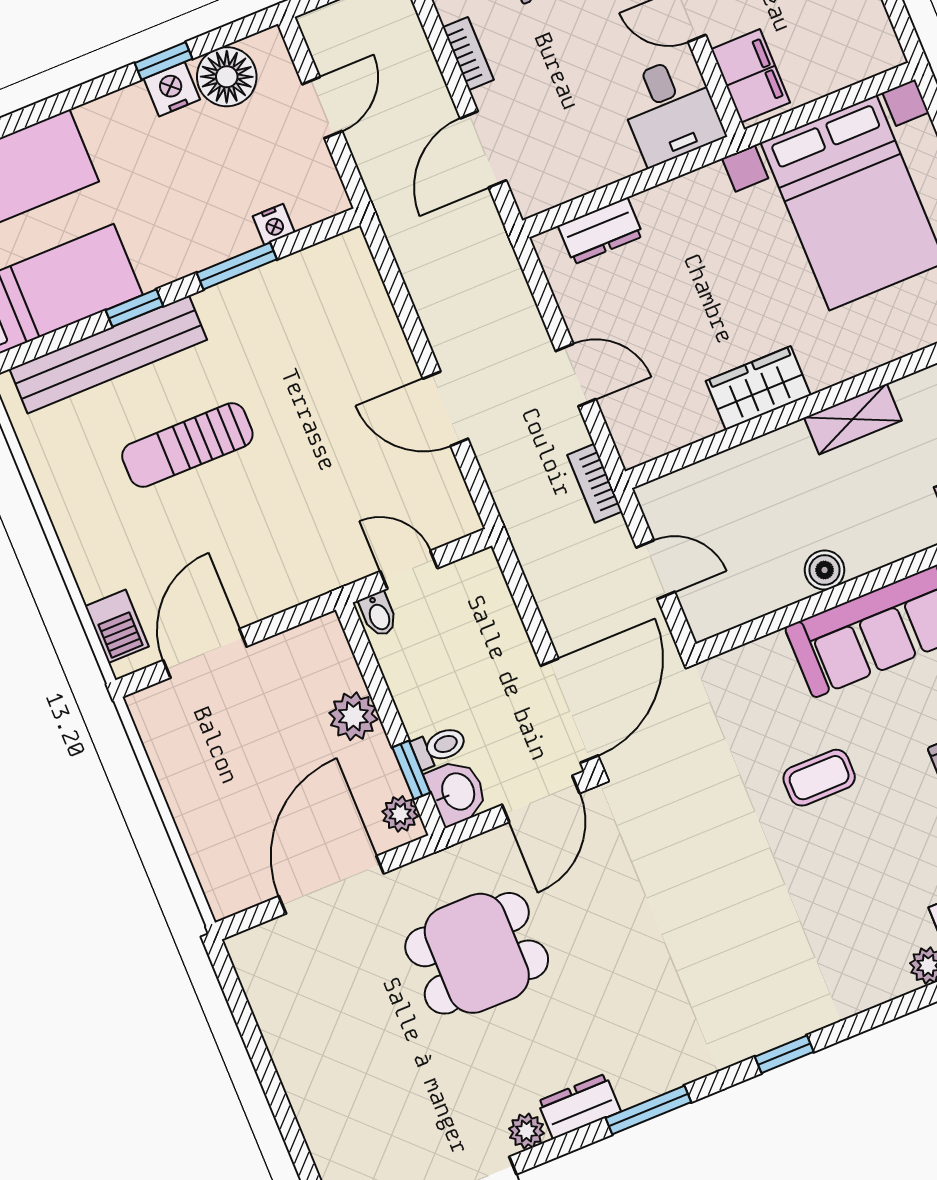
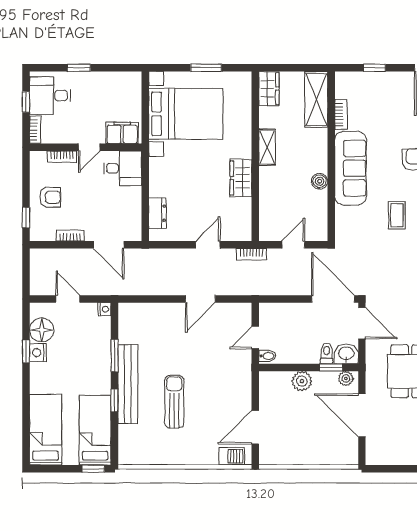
nightstand: (274, 224) -> (104, 309), moved
bench: (108, 354) -> (128, 384), moved
sun lounger: (187, 445) -> (174, 402), turned 180
door: (205, 653) -> (255, 427), hinge flipped

